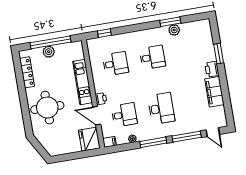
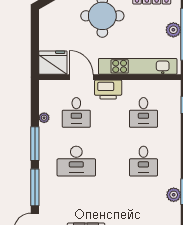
kitchen unit: (83, 82) -> (138, 66), width x1.36
printer: (101, 99) -> (108, 90), width x1.87, depth x1.48
door: (97, 116) -> (81, 77), hinge flipped
filing cabinet: (110, 142) -> (45, 88), removed

